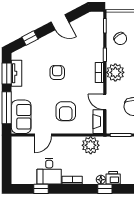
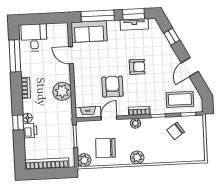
coffee table: (90, 33) -> (180, 99), added
plant: (115, 72) -> (135, 123), width x0.53, depth x0.53
armchair: (66, 111) -> (112, 87), moved, turned 90
plant: (91, 145) -> (62, 91), moved
desk: (49, 171) -> (34, 38), moved, turned 90
window: (41, 189) -> (15, 56), width x2.17

